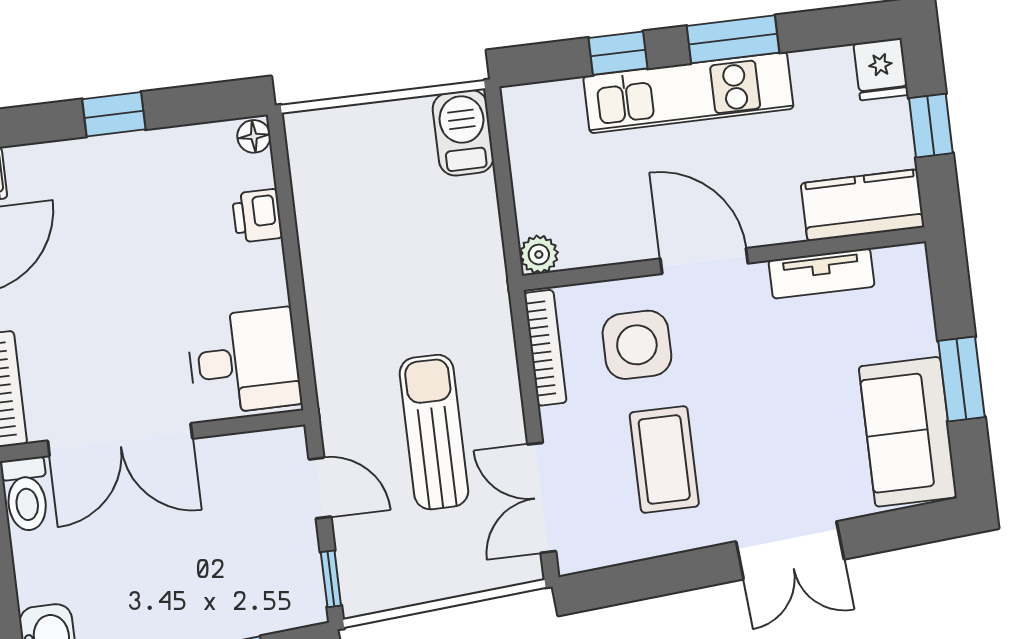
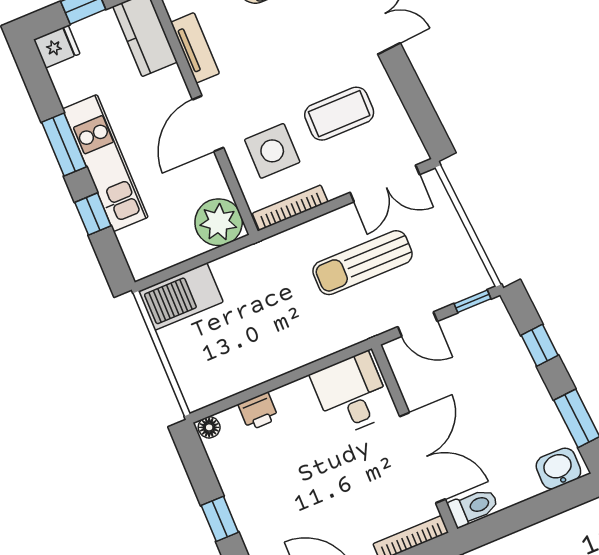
barbecue: (463, 133) -> (181, 297), width x1.37, depth x1.21
plant: (539, 255) -> (219, 222), width x1.87, depth x1.87
door: (320, 488) -> (418, 324), swing flipped

